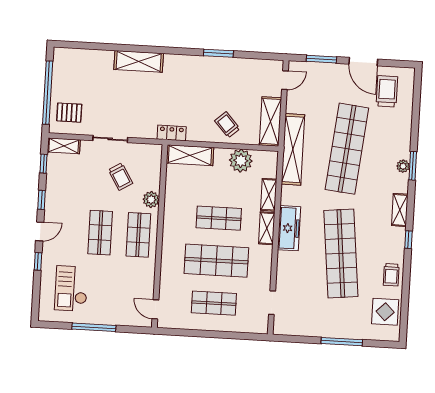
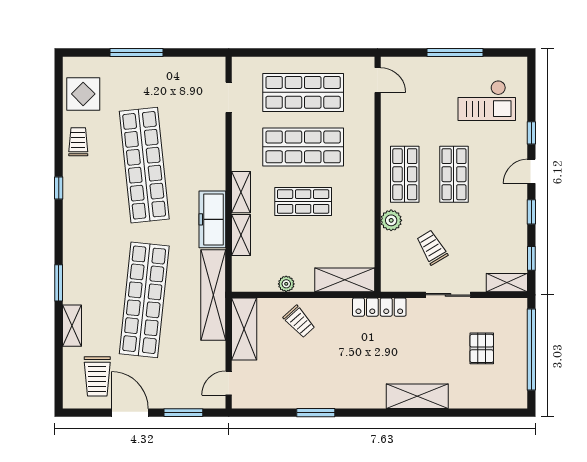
pallet: (69, 113) -> (482, 348), moved, turned 90
locker: (172, 133) -> (379, 307), width x1.53
plant: (241, 161) -> (286, 284), width x0.53, depth x0.53
plant: (403, 166) -> (71, 282), removed
shelving: (400, 210) -> (72, 326), moved
freezer: (289, 228) -> (212, 219), moved
checkout: (71, 289) -> (487, 101), turned 90
shop shelf: (214, 303) -> (303, 92), width x1.43, depth x1.36

